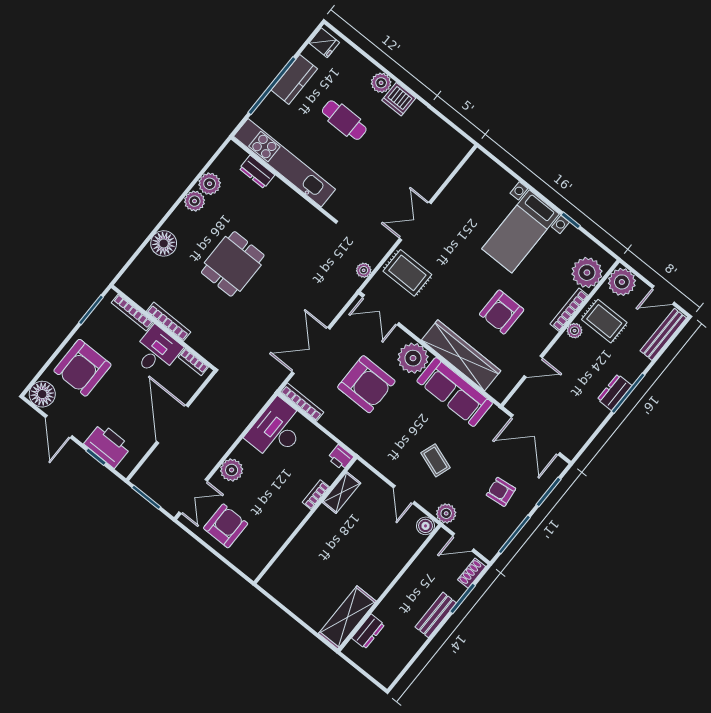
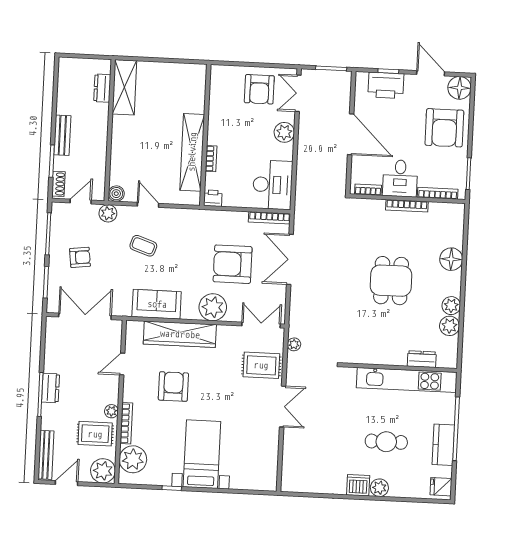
double door: (311, 351) -> (290, 259), swing flipped
armchair: (82, 368) -> (444, 128), turned 180
sofa: (455, 392) -> (157, 304), width x0.73
shelving: (341, 493) -> (192, 152), width x2.20, depth x1.33

